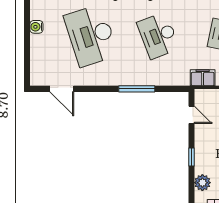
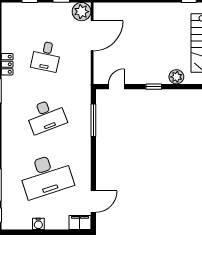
filing cabinet: (203, 78) -> (80, 222), moved, turned 90
window: (137, 89) -> (93, 120), moved

